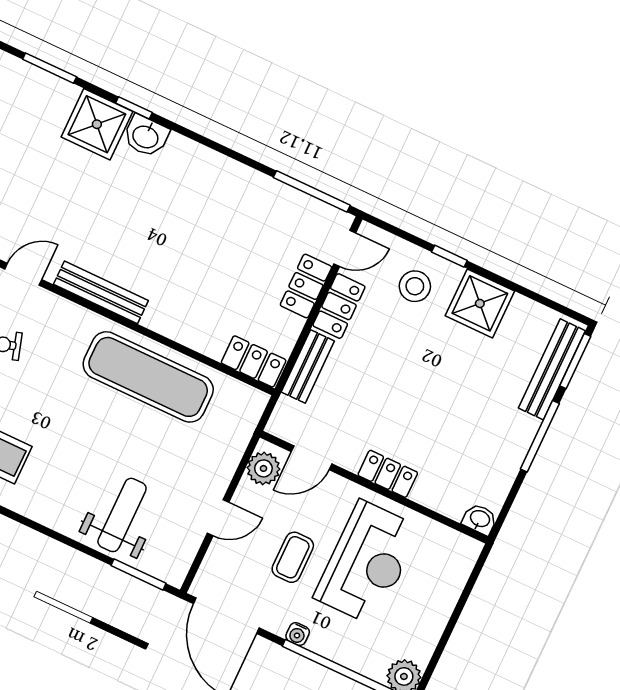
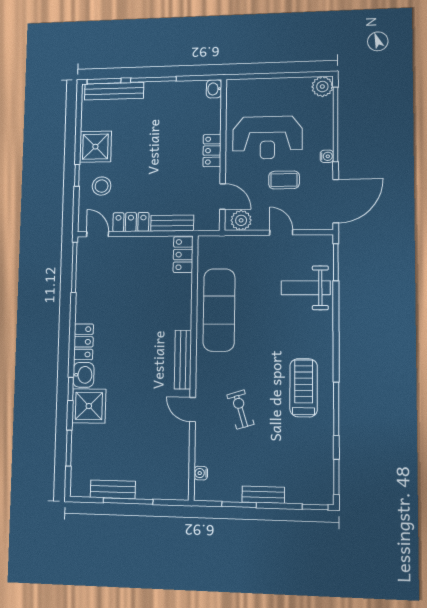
locker: (306, 286) -> (84, 342), moved, turned -90
reception desk: (367, 563) -> (267, 138), turned 180

